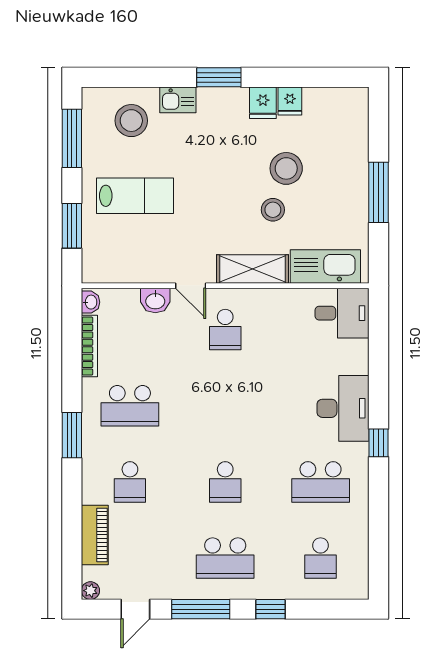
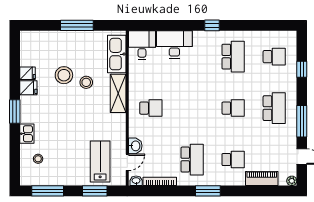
stool: (131, 121) -> (38, 159), width x0.53, depth x0.53
lab bench: (135, 196) -> (100, 162), moved
door: (191, 286) -> (127, 162), moved
desk: (343, 408) -> (174, 44), moved
window: (271, 609) -> (302, 69), moved

